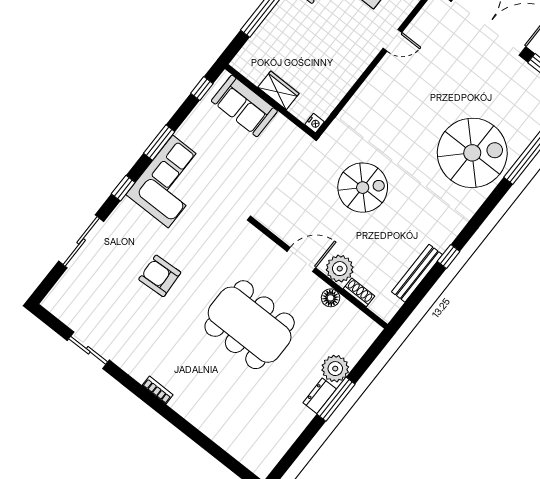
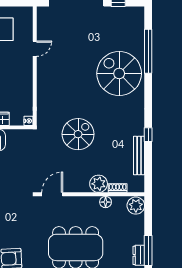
spiral stairs: (472, 153) -> (119, 73), turned -90
door: (301, 260) -> (52, 194), moved
plant: (335, 369) -> (136, 206), moved

